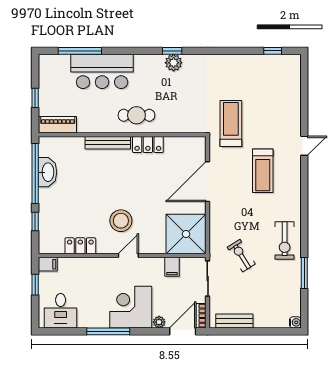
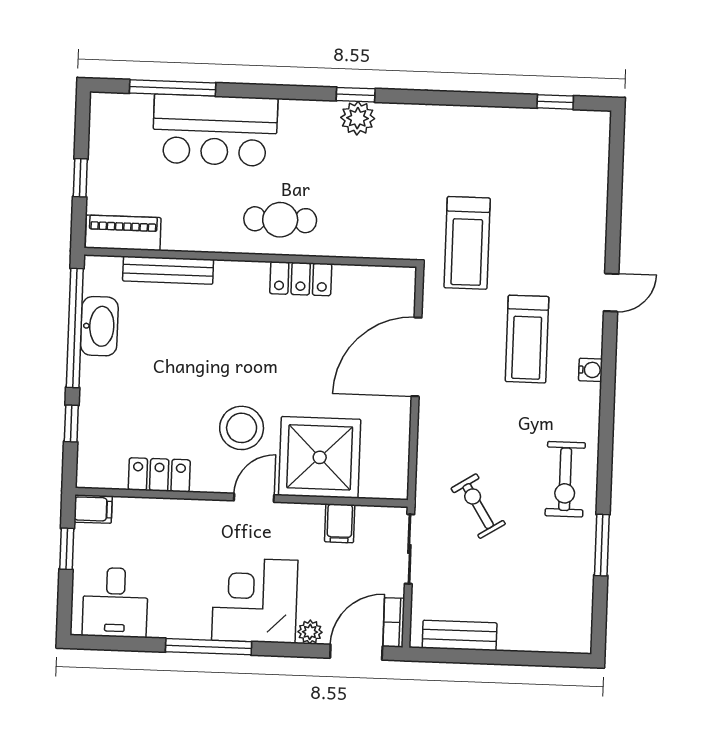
treadmill: (231, 123) -> (467, 243), turned 180
bench: (108, 143) -> (168, 270), moved
shower: (186, 234) -> (320, 457), moved
water cooler: (295, 322) -> (590, 370), moved

